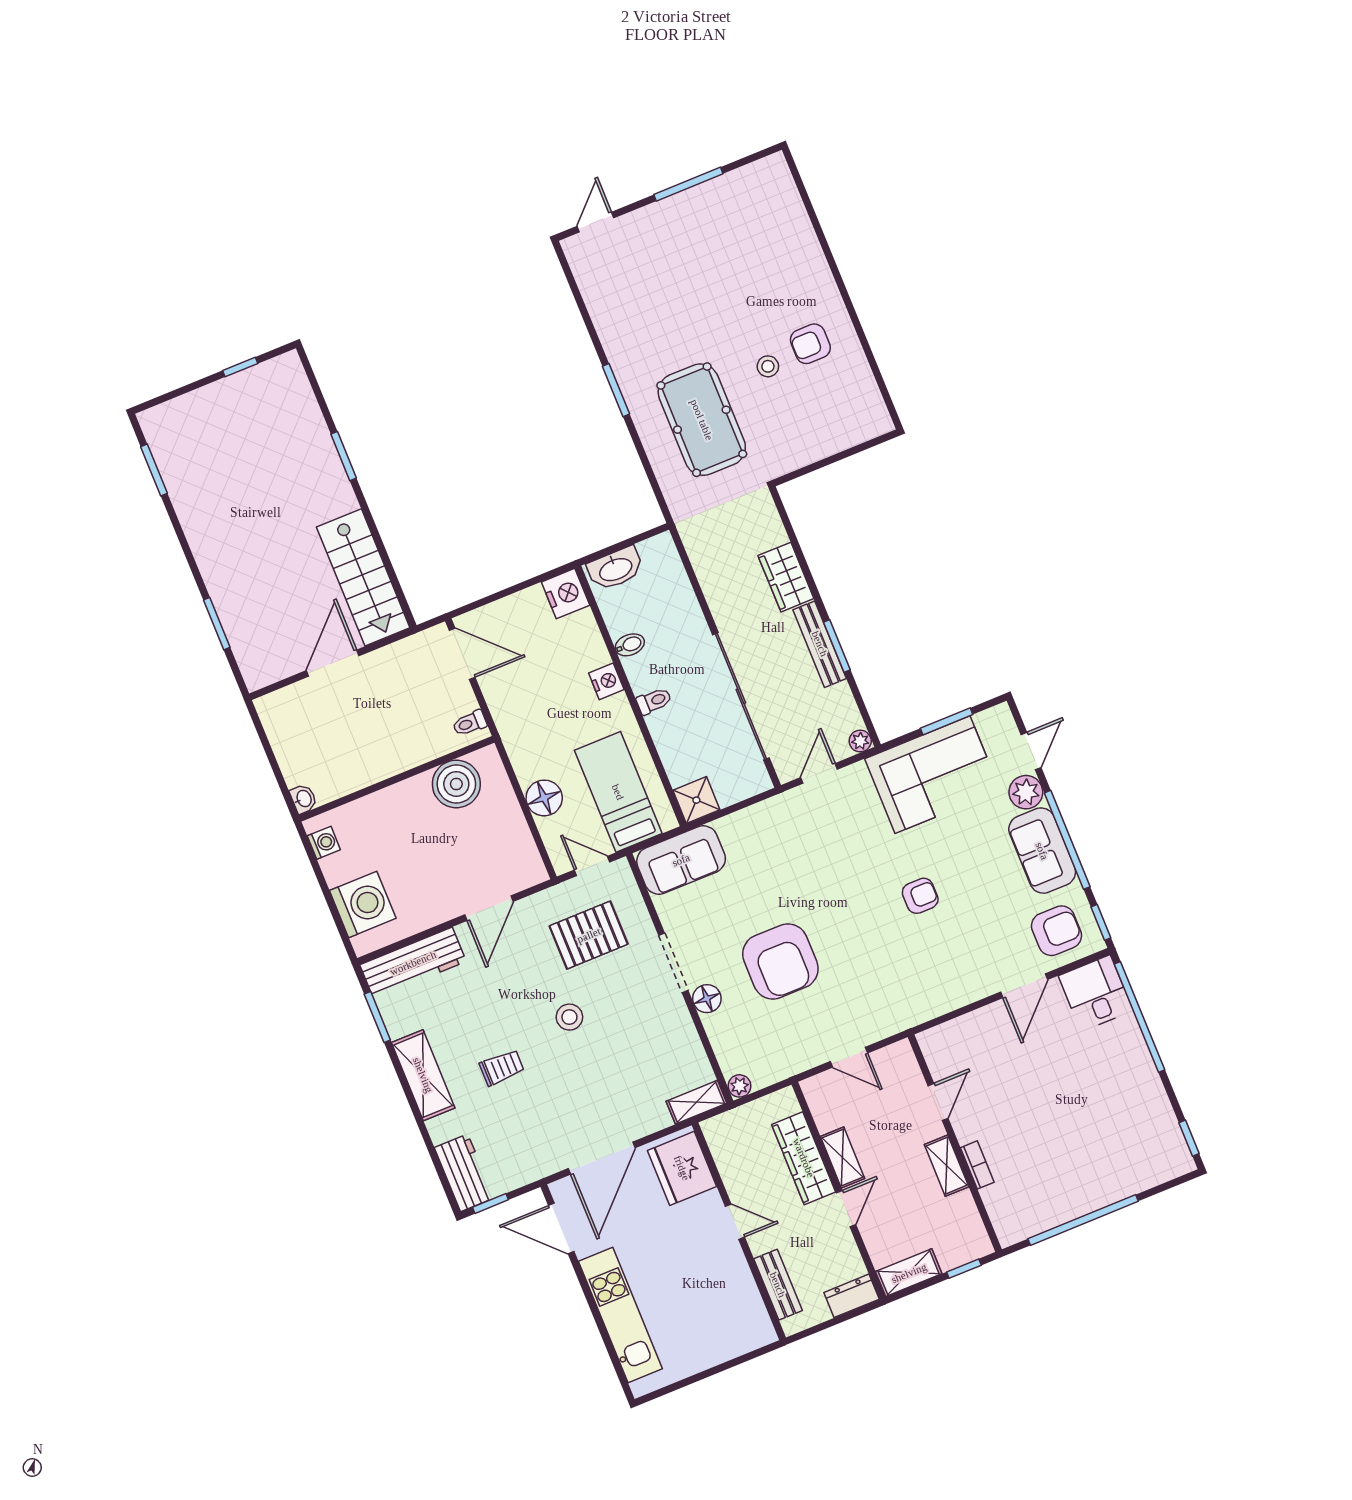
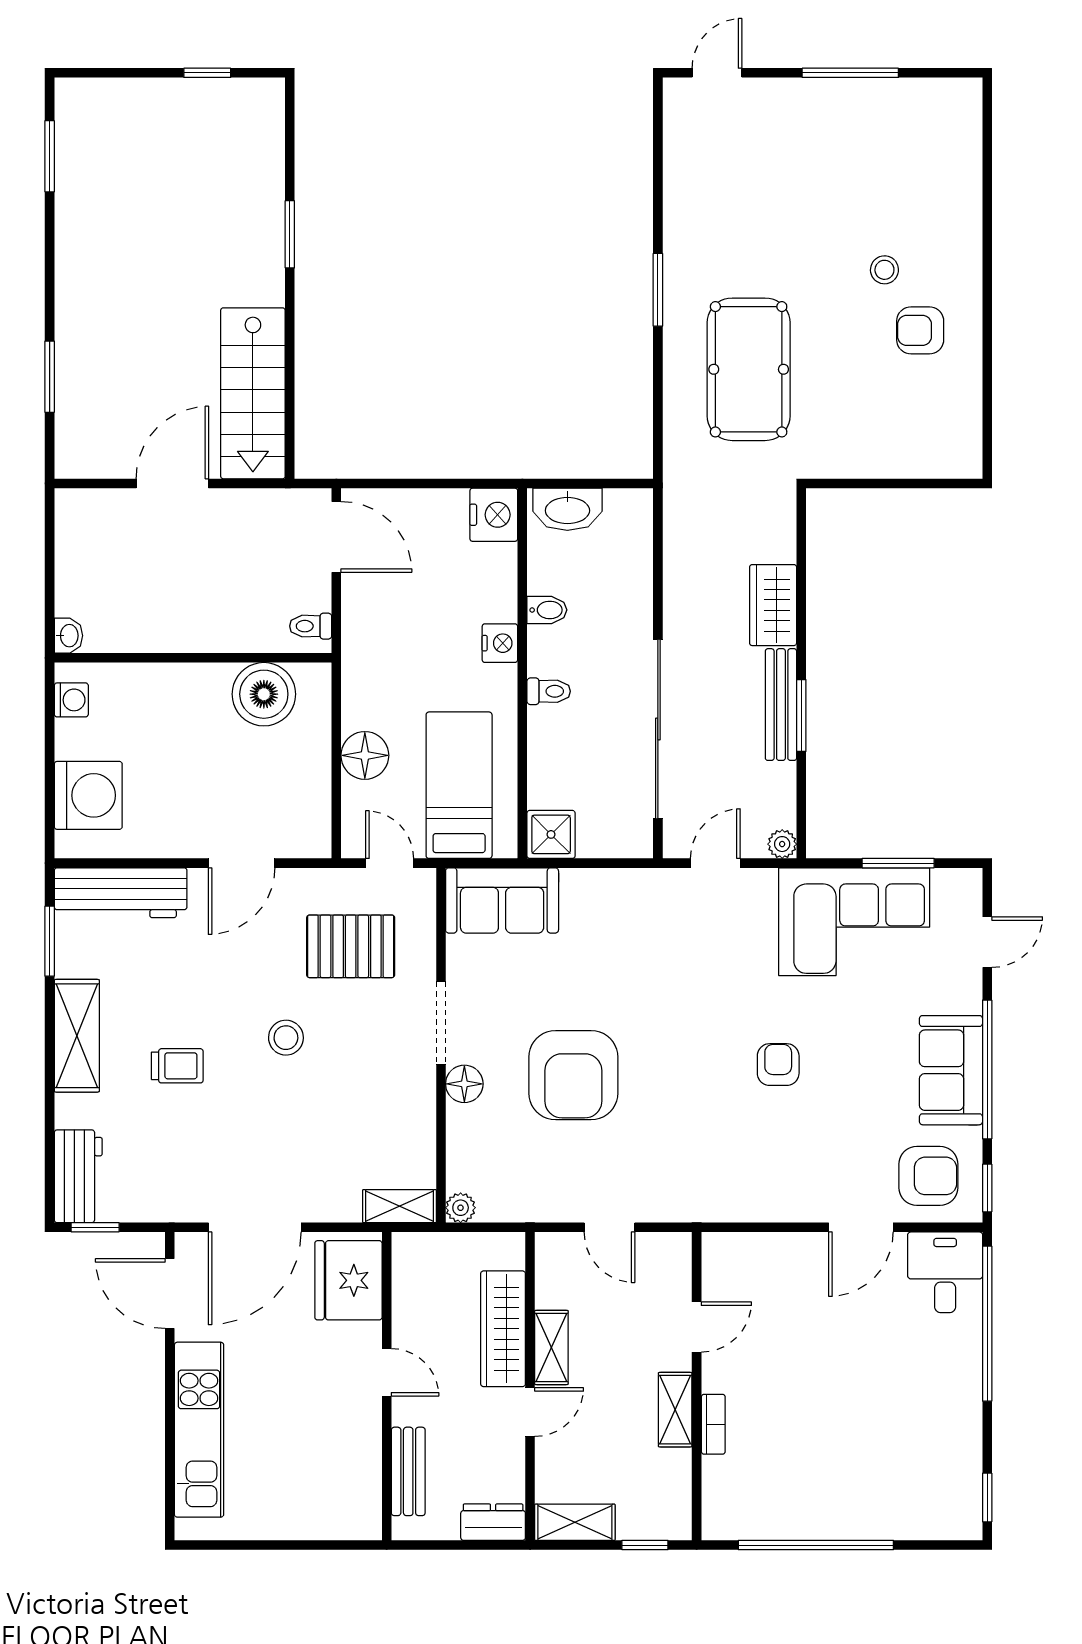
stool: (768, 366) -> (884, 270), moved
plant: (1026, 792) -> (960, 990), removed
armchair: (920, 896) -> (778, 1065), turned -90

